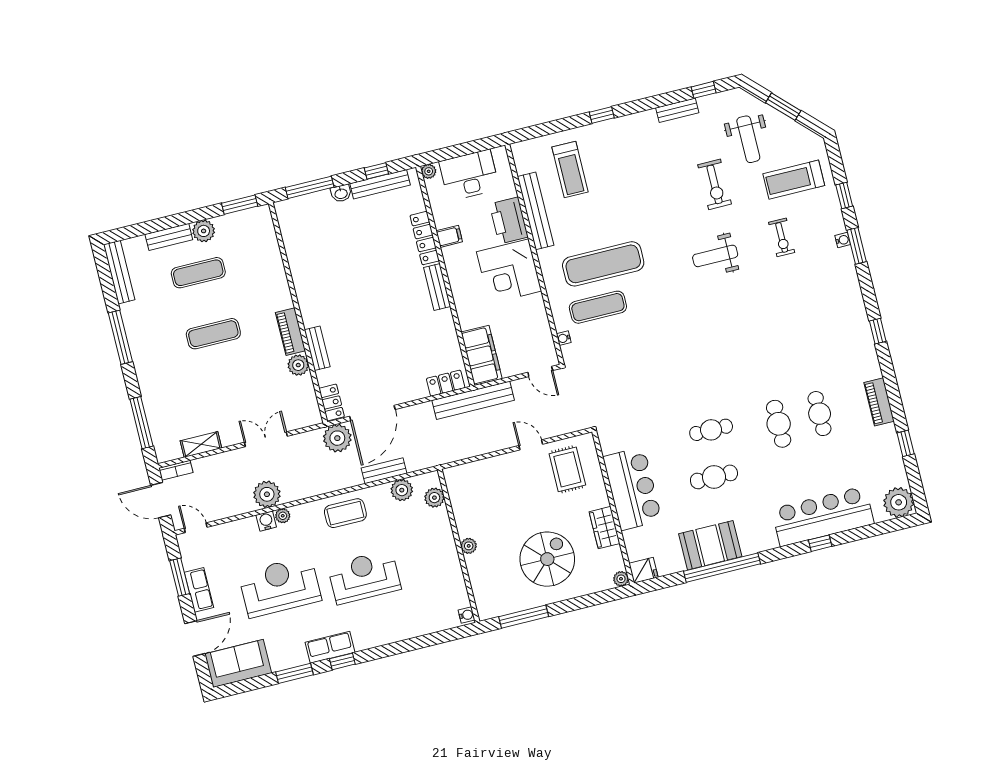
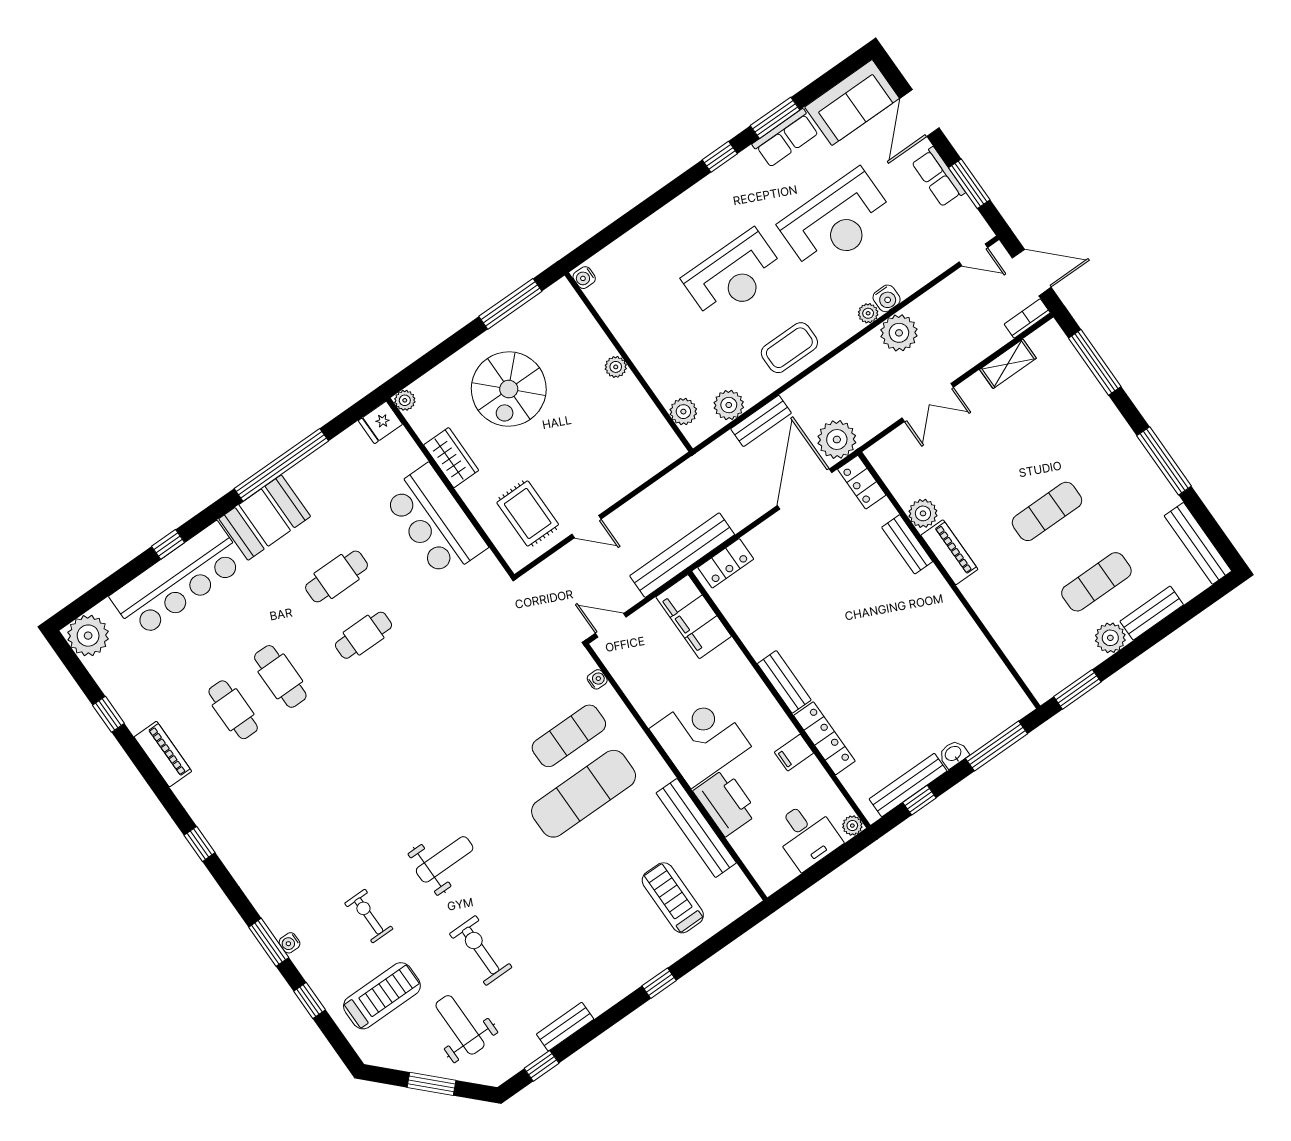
desk: (469, 175) -> (807, 835), width x0.73
booth: (710, 545) -> (265, 518), moved
row of seats: (330, 647) -> (786, 138), moved

